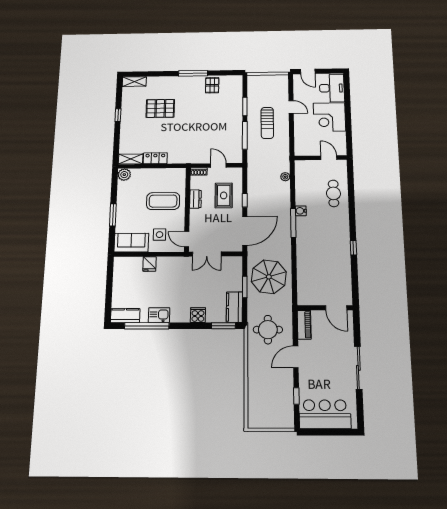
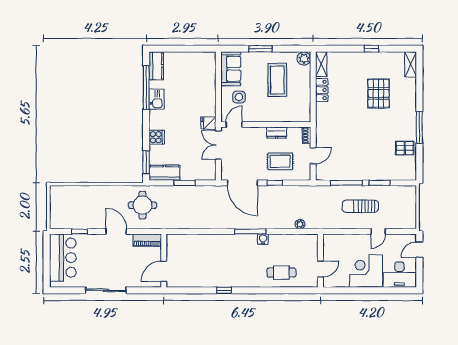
coffee table: (163, 201) -> (277, 80), moved
fridge: (150, 264) -> (208, 123), moved
parasol: (269, 277) -> (195, 207), removed

